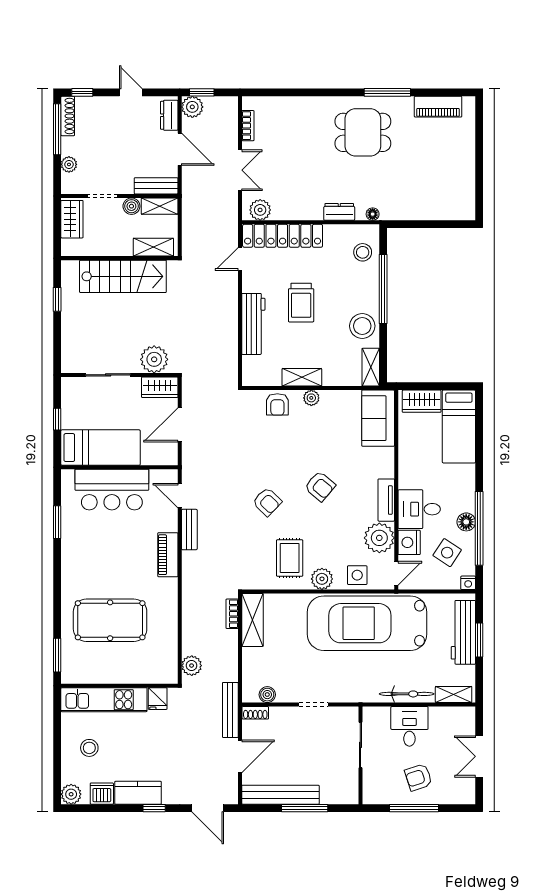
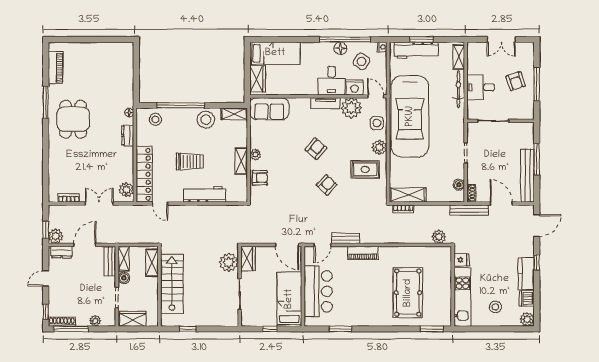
door: (180, 425) -> (287, 245), moved

